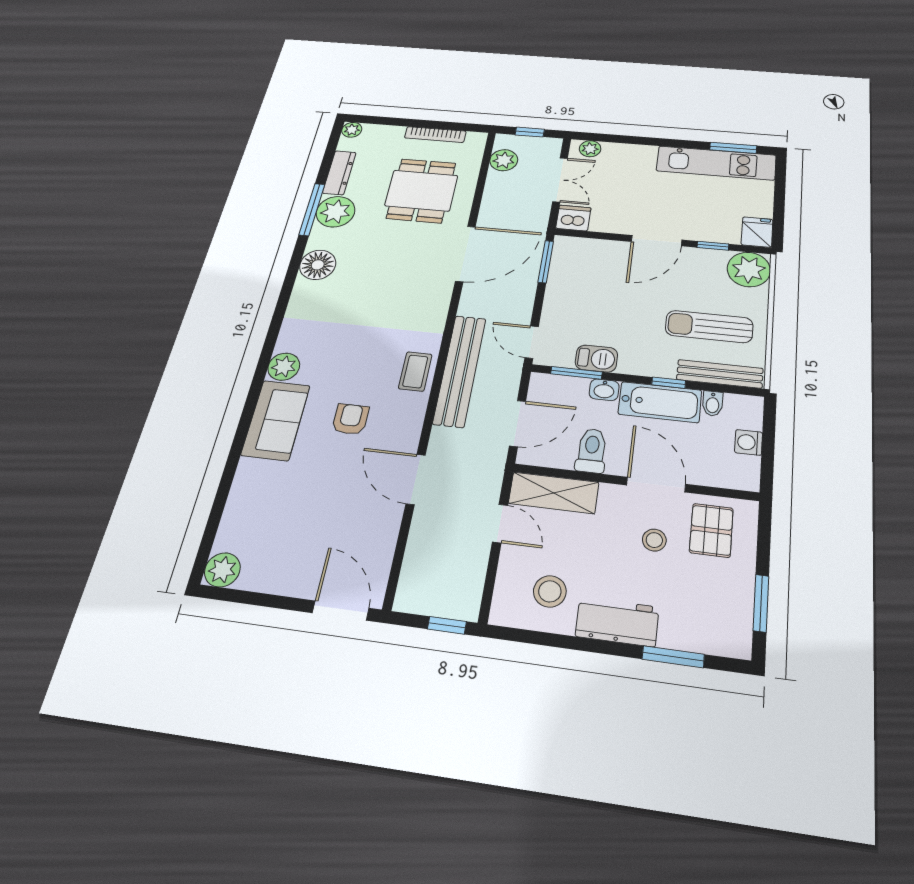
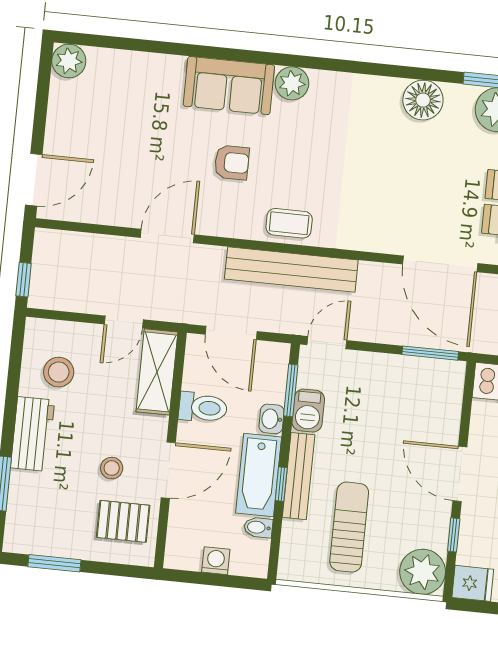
bench: (720, 374) -> (299, 476), moved

